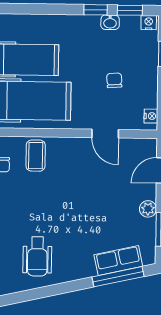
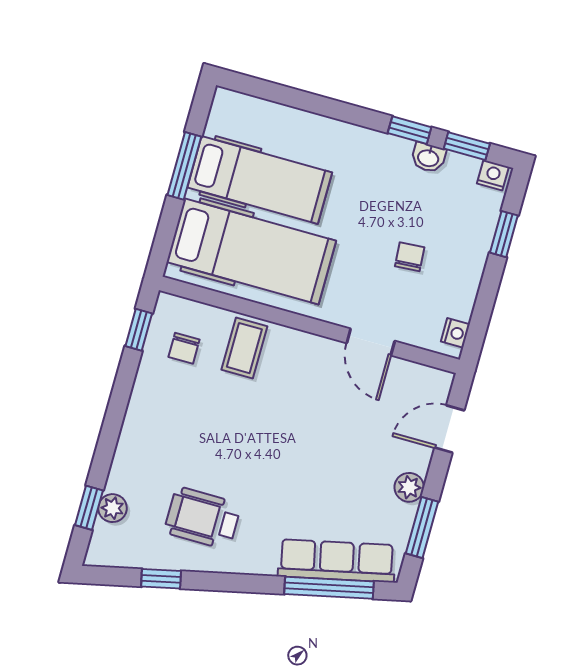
wheelchair: (37, 256) -> (203, 518), turned 90
row of seats: (118, 260) -> (337, 561), width x1.48
window: (23, 296) -> (161, 579), added

